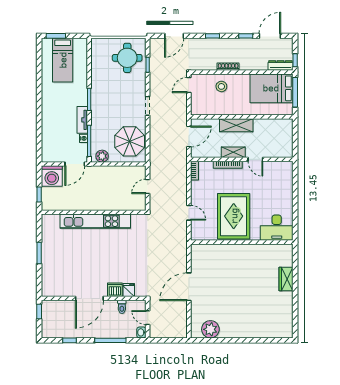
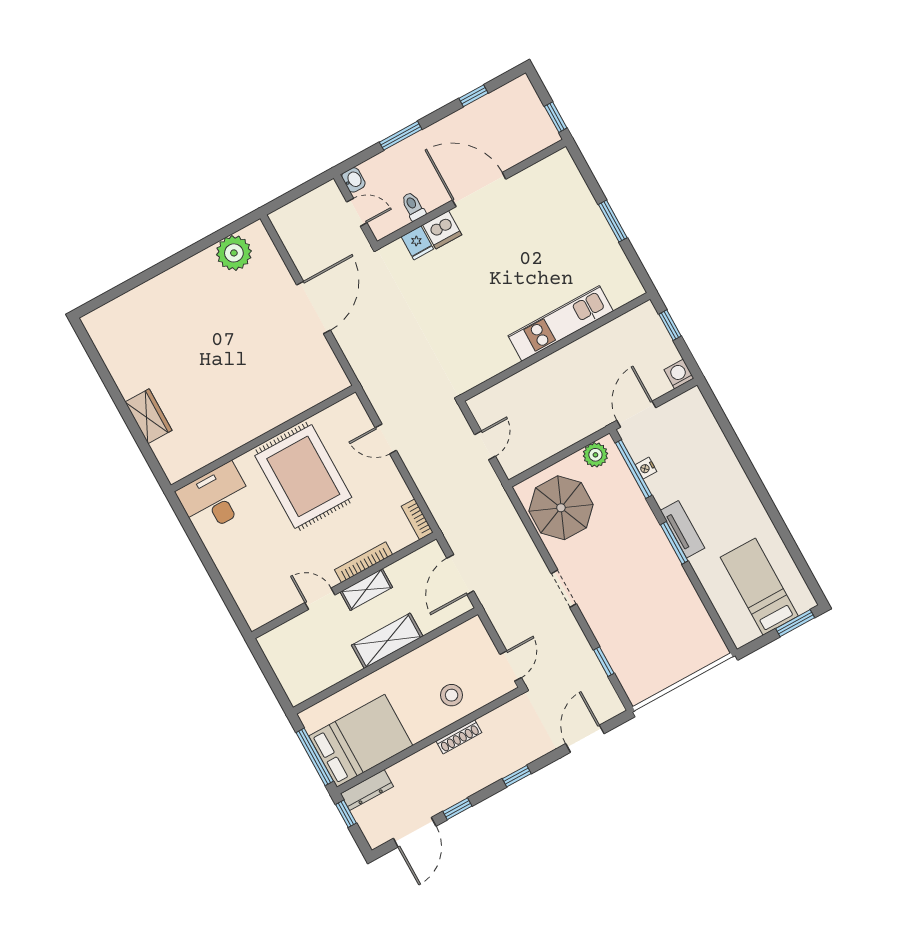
round table: (127, 58) -> (647, 654), removed
tv unit: (82, 120) -> (683, 529), moved
washing machine: (52, 176) -> (679, 374), width x0.53, depth x0.53
kitchen unit: (95, 221) -> (561, 323), width x0.73
door: (89, 298) -> (479, 190), hinge flipped
window: (110, 340) -> (401, 136), width x0.69

